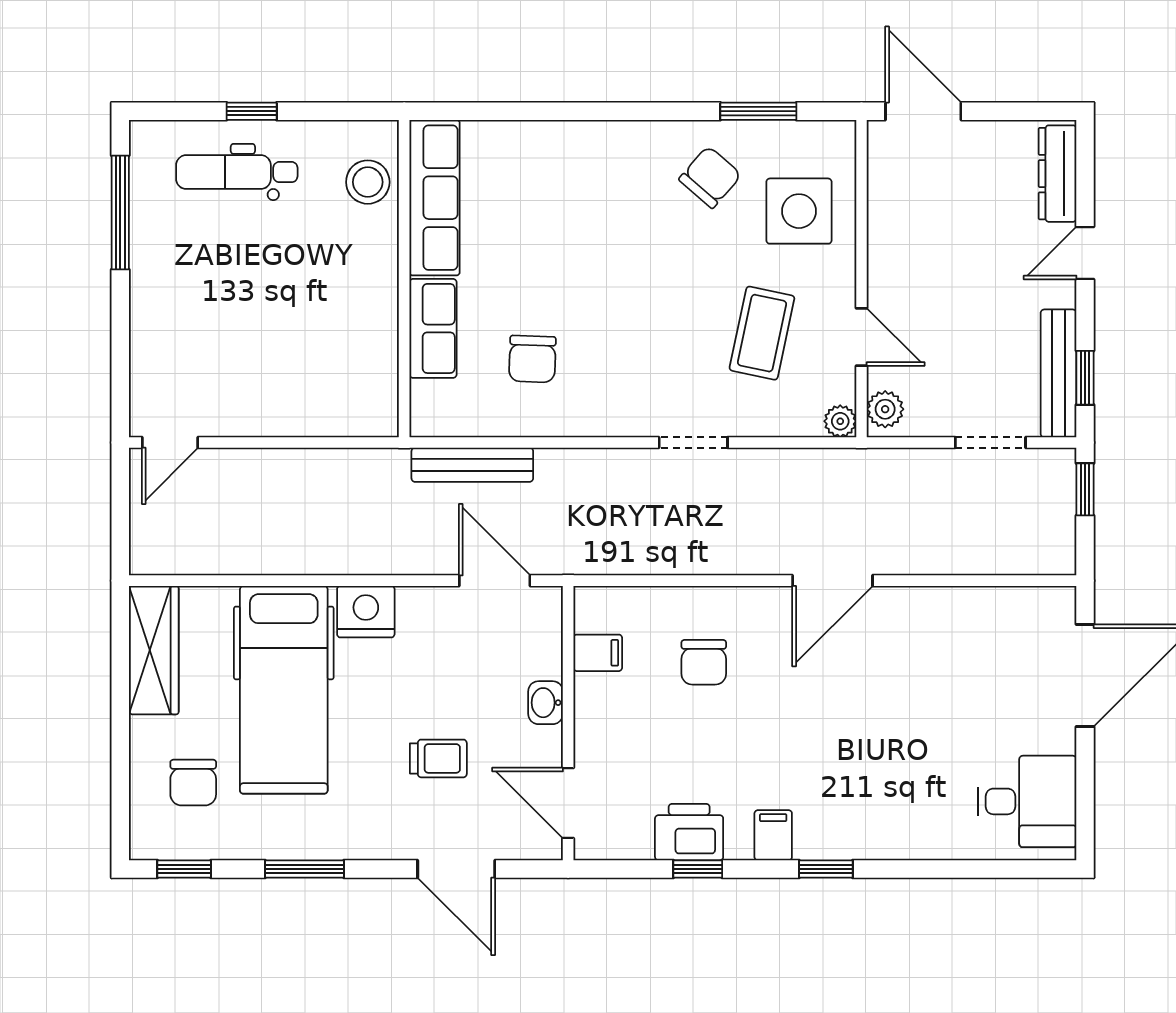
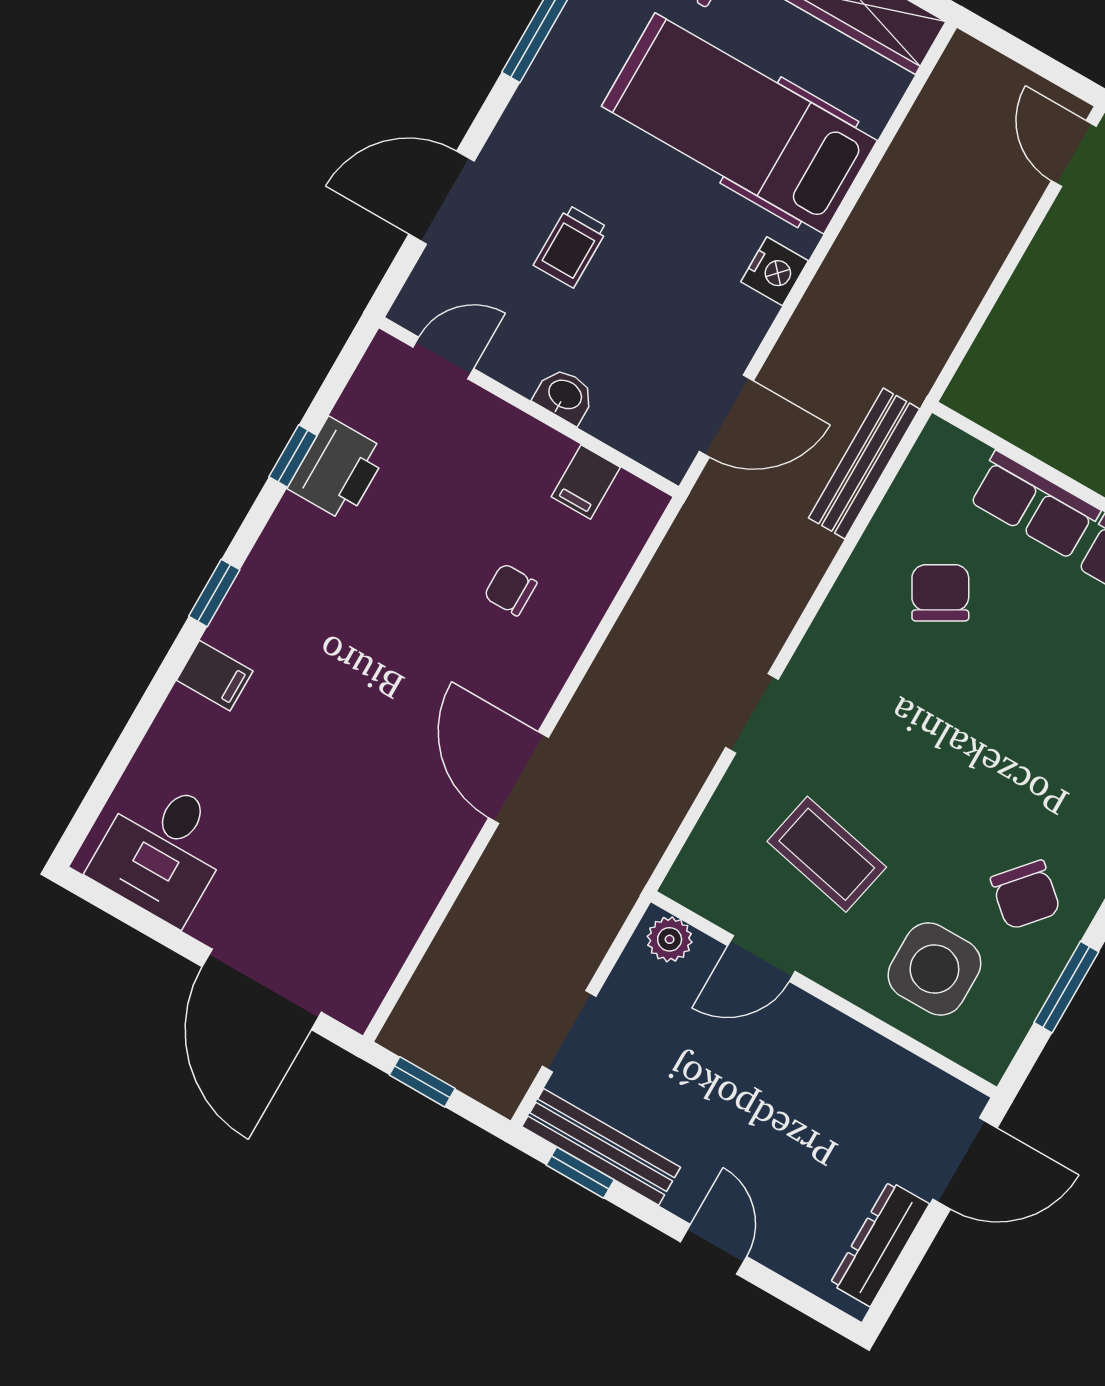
dresser: (1058, 174) -> (880, 1244), moved, turned -90
chair: (532, 359) -> (940, 593), turned 58
plant: (840, 421) -> (684, 884), removed
window: (1085, 489) -> (422, 1082), moved
nightstand: (366, 612) -> (775, 271), width x0.74, depth x0.75
chair: (704, 662) -> (510, 590), width x0.73, depth x0.73
door: (568, 803) -> (443, 358), width x0.73
filing cabinet: (773, 835) -> (215, 676), moved

